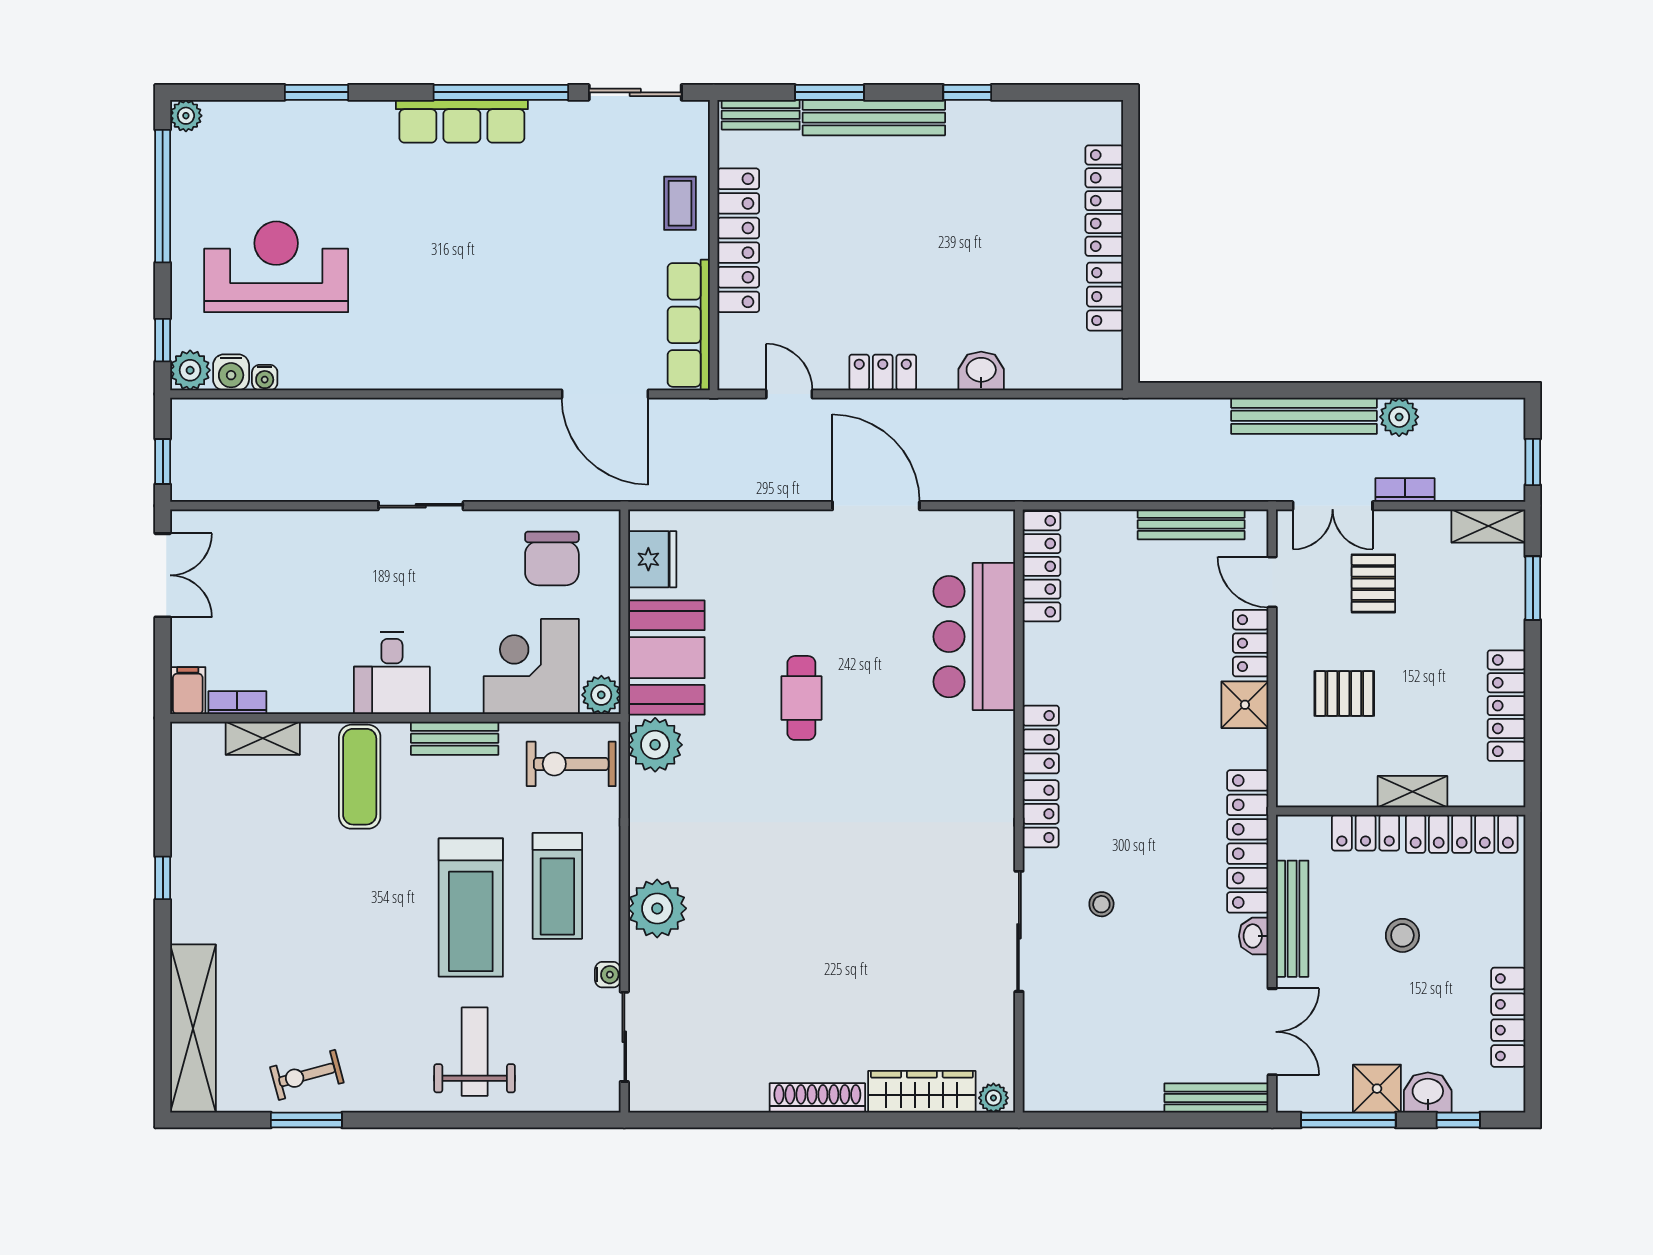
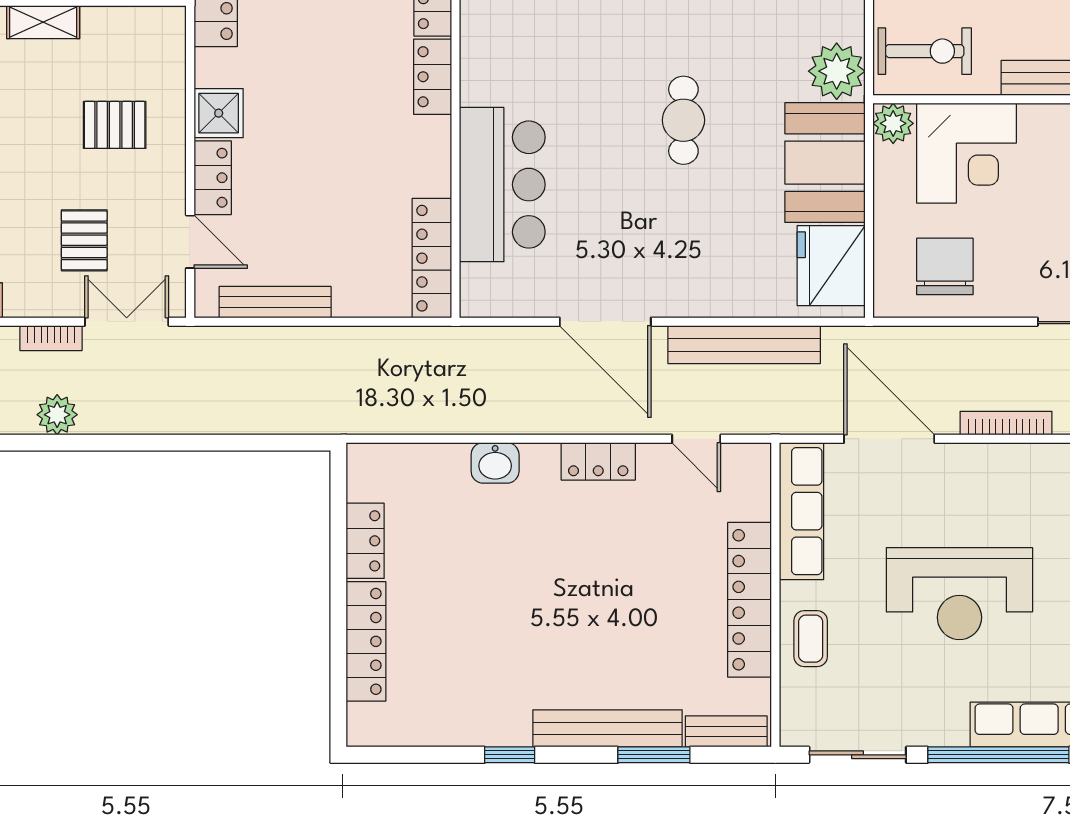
reception desk: (538, 246) -> (959, 594), added
bookcase: (494, 409) -> (1006, 423), added
bench: (1304, 416) -> (744, 345), moved
fridge: (652, 559) -> (831, 266), width x1.36, depth x1.34

